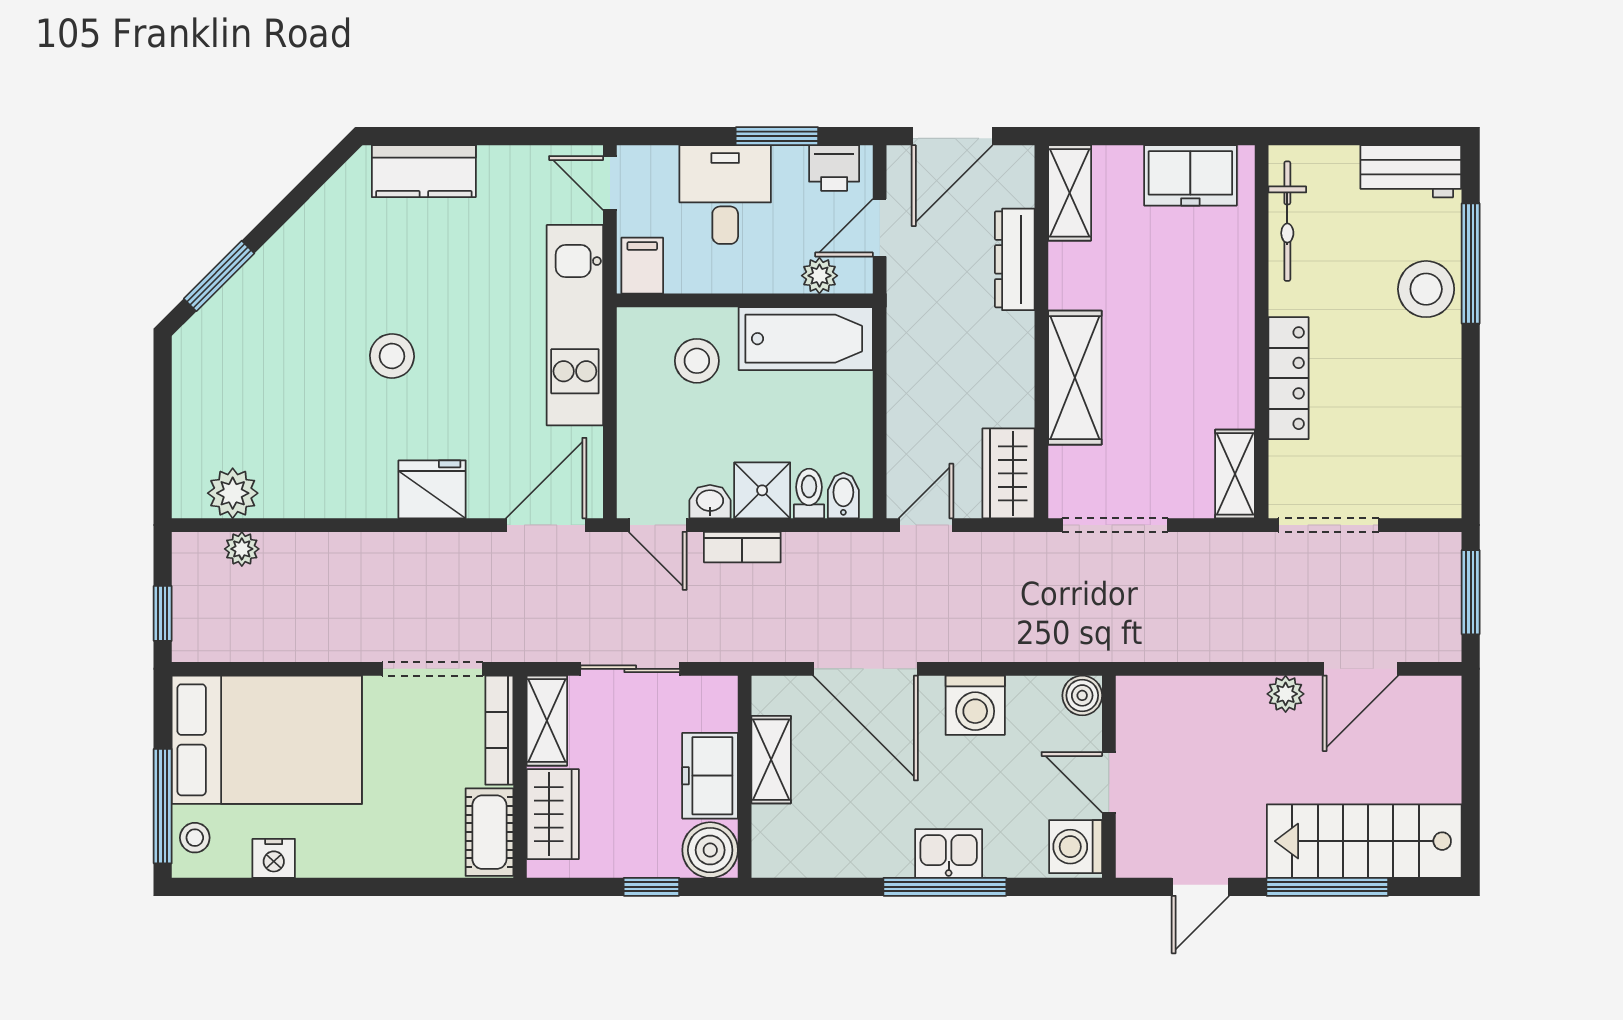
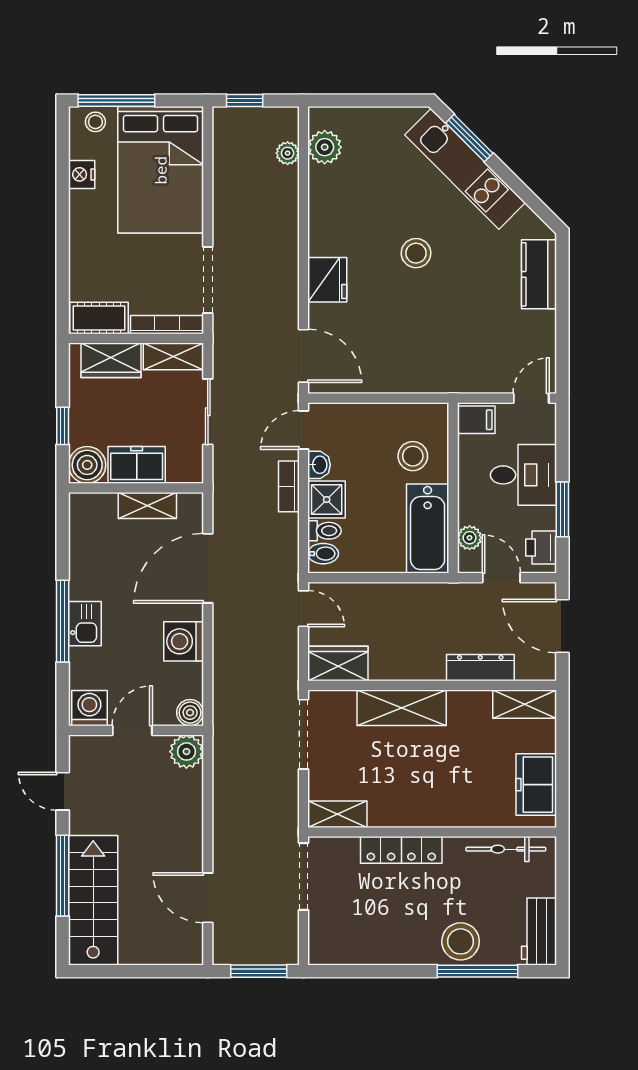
kitchen unit: (575, 325) -> (465, 169), moved, turned -135
plant: (1286, 694) -> (186, 752), moved, width x1.38, depth x1.38

